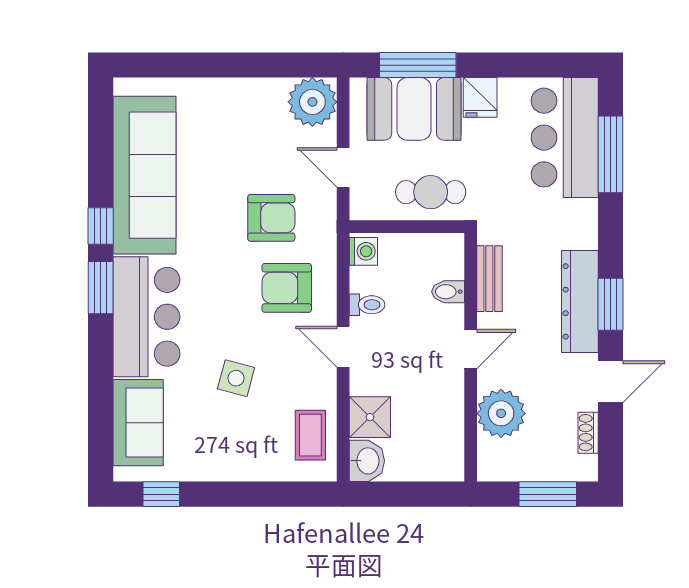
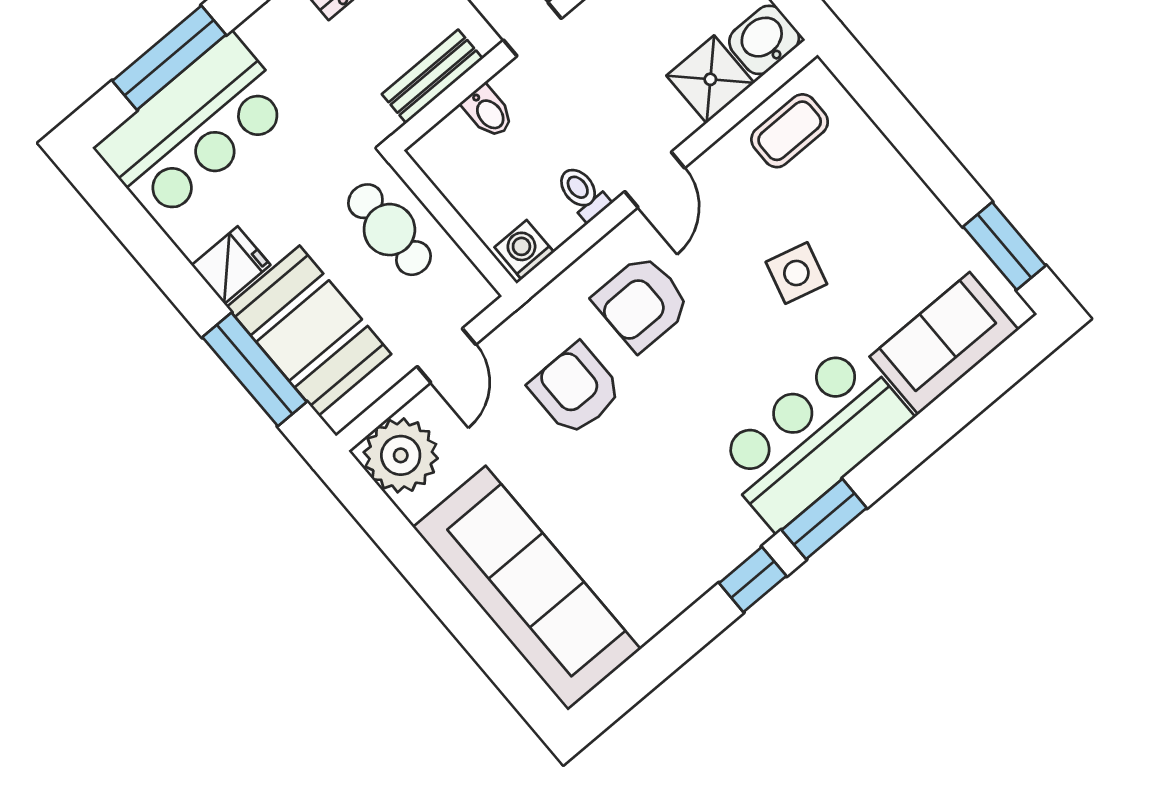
sofa: (144, 175) -> (527, 588), moved, turned 90
armchair: (287, 288) -> (642, 303), turned 90
window: (161, 494) -> (1004, 246), width x1.50

